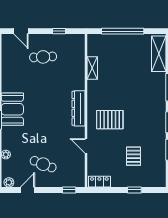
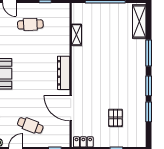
pallet: (110, 120) -> (93, 84), removed
door: (86, 146) -> (71, 108), width x1.88

